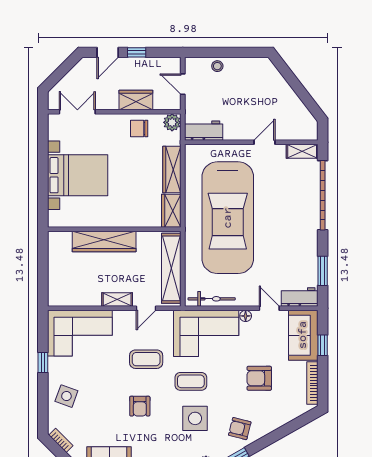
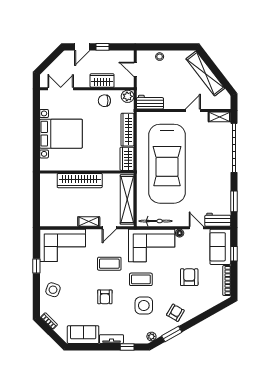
shelving: (282, 90) -> (205, 74), added
armchair: (259, 378) -> (189, 277), turned 90
armchair: (240, 429) -> (175, 313), turned 106

